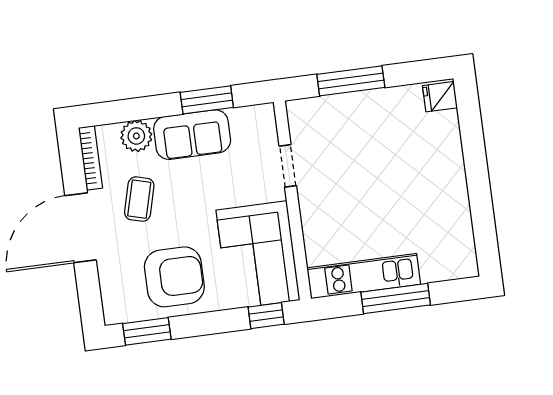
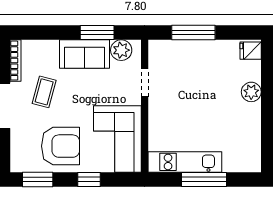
plant: (136, 136) -> (121, 50), moved
plant: (449, 158) -> (251, 92), added
window: (266, 316) -> (89, 179), moved

